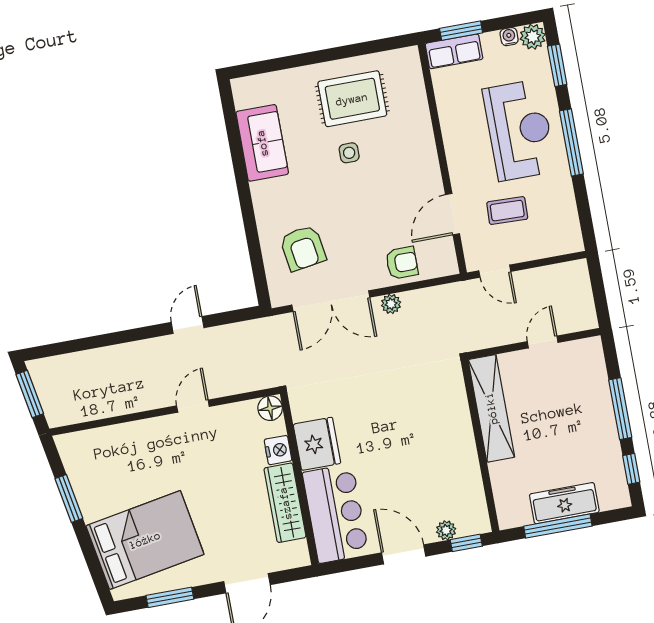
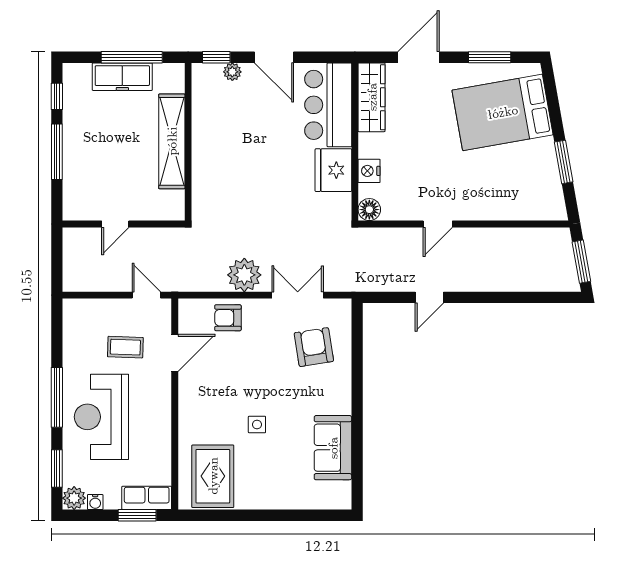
rug: (352, 99) -> (213, 476), moved, turned 90
double door: (331, 301) -> (298, 295), width x0.73
plant: (391, 304) -> (244, 275), width x1.88, depth x1.88
shelving: (491, 408) -> (172, 141), moved
wardrobe: (285, 503) -> (372, 97), moved

